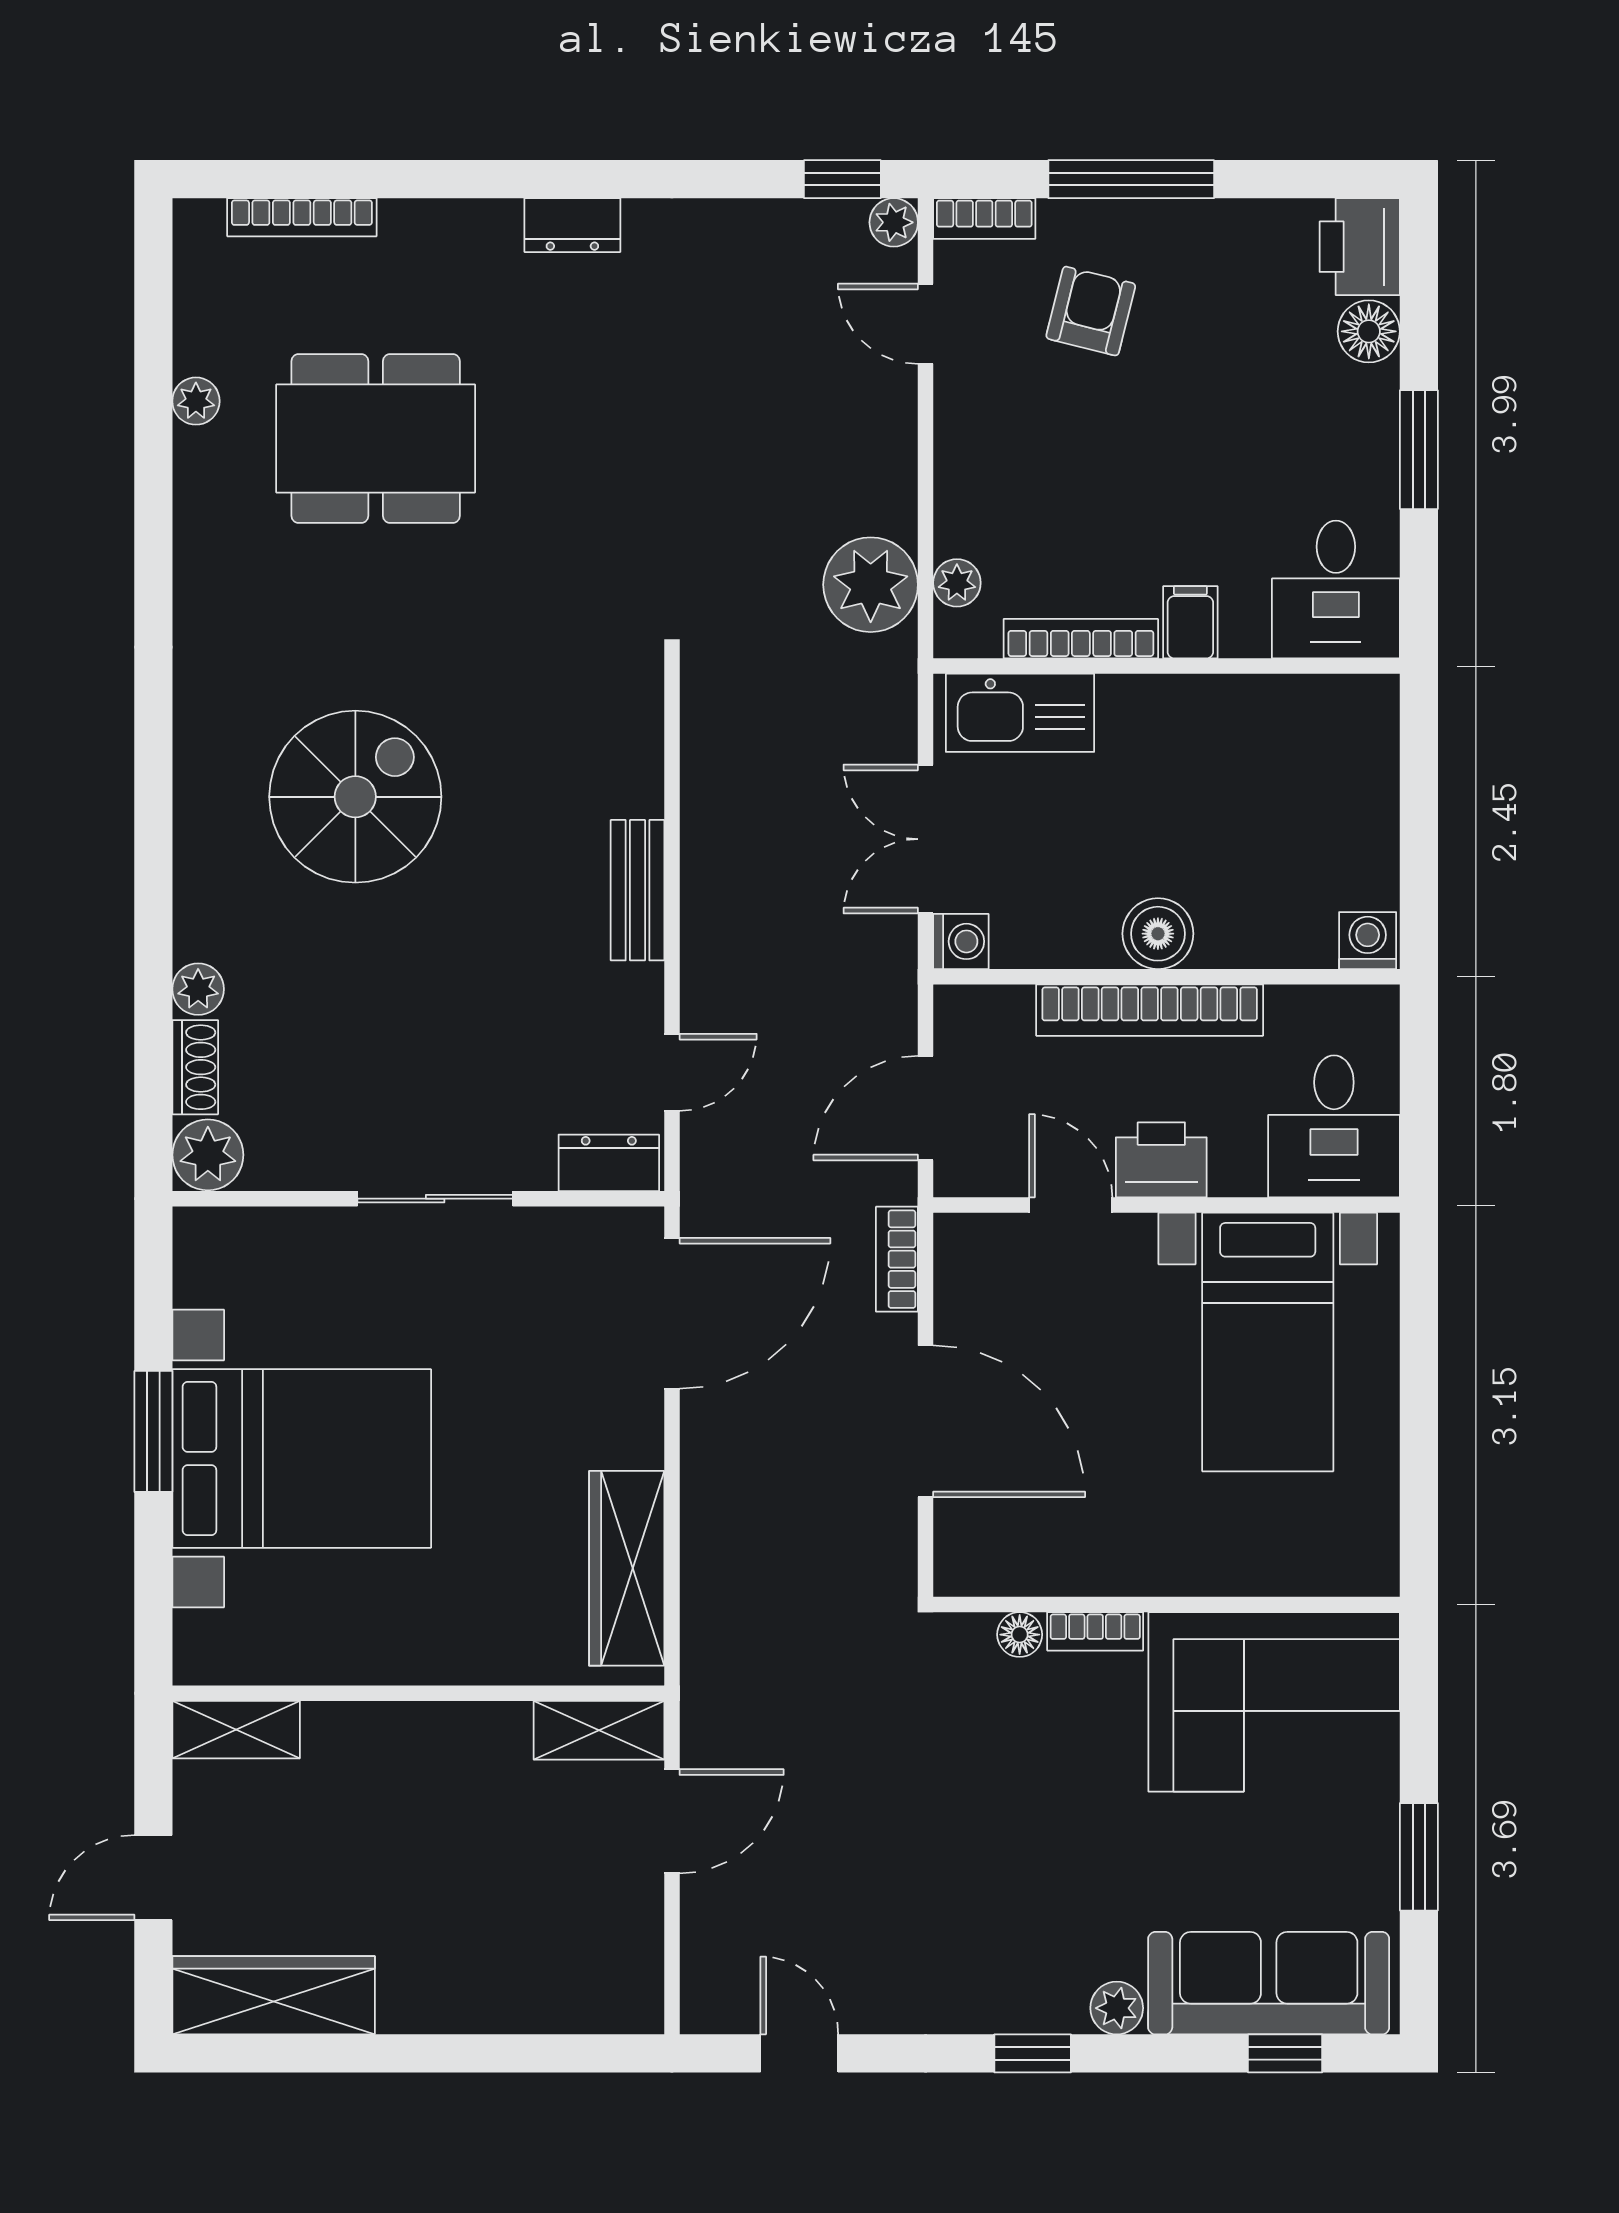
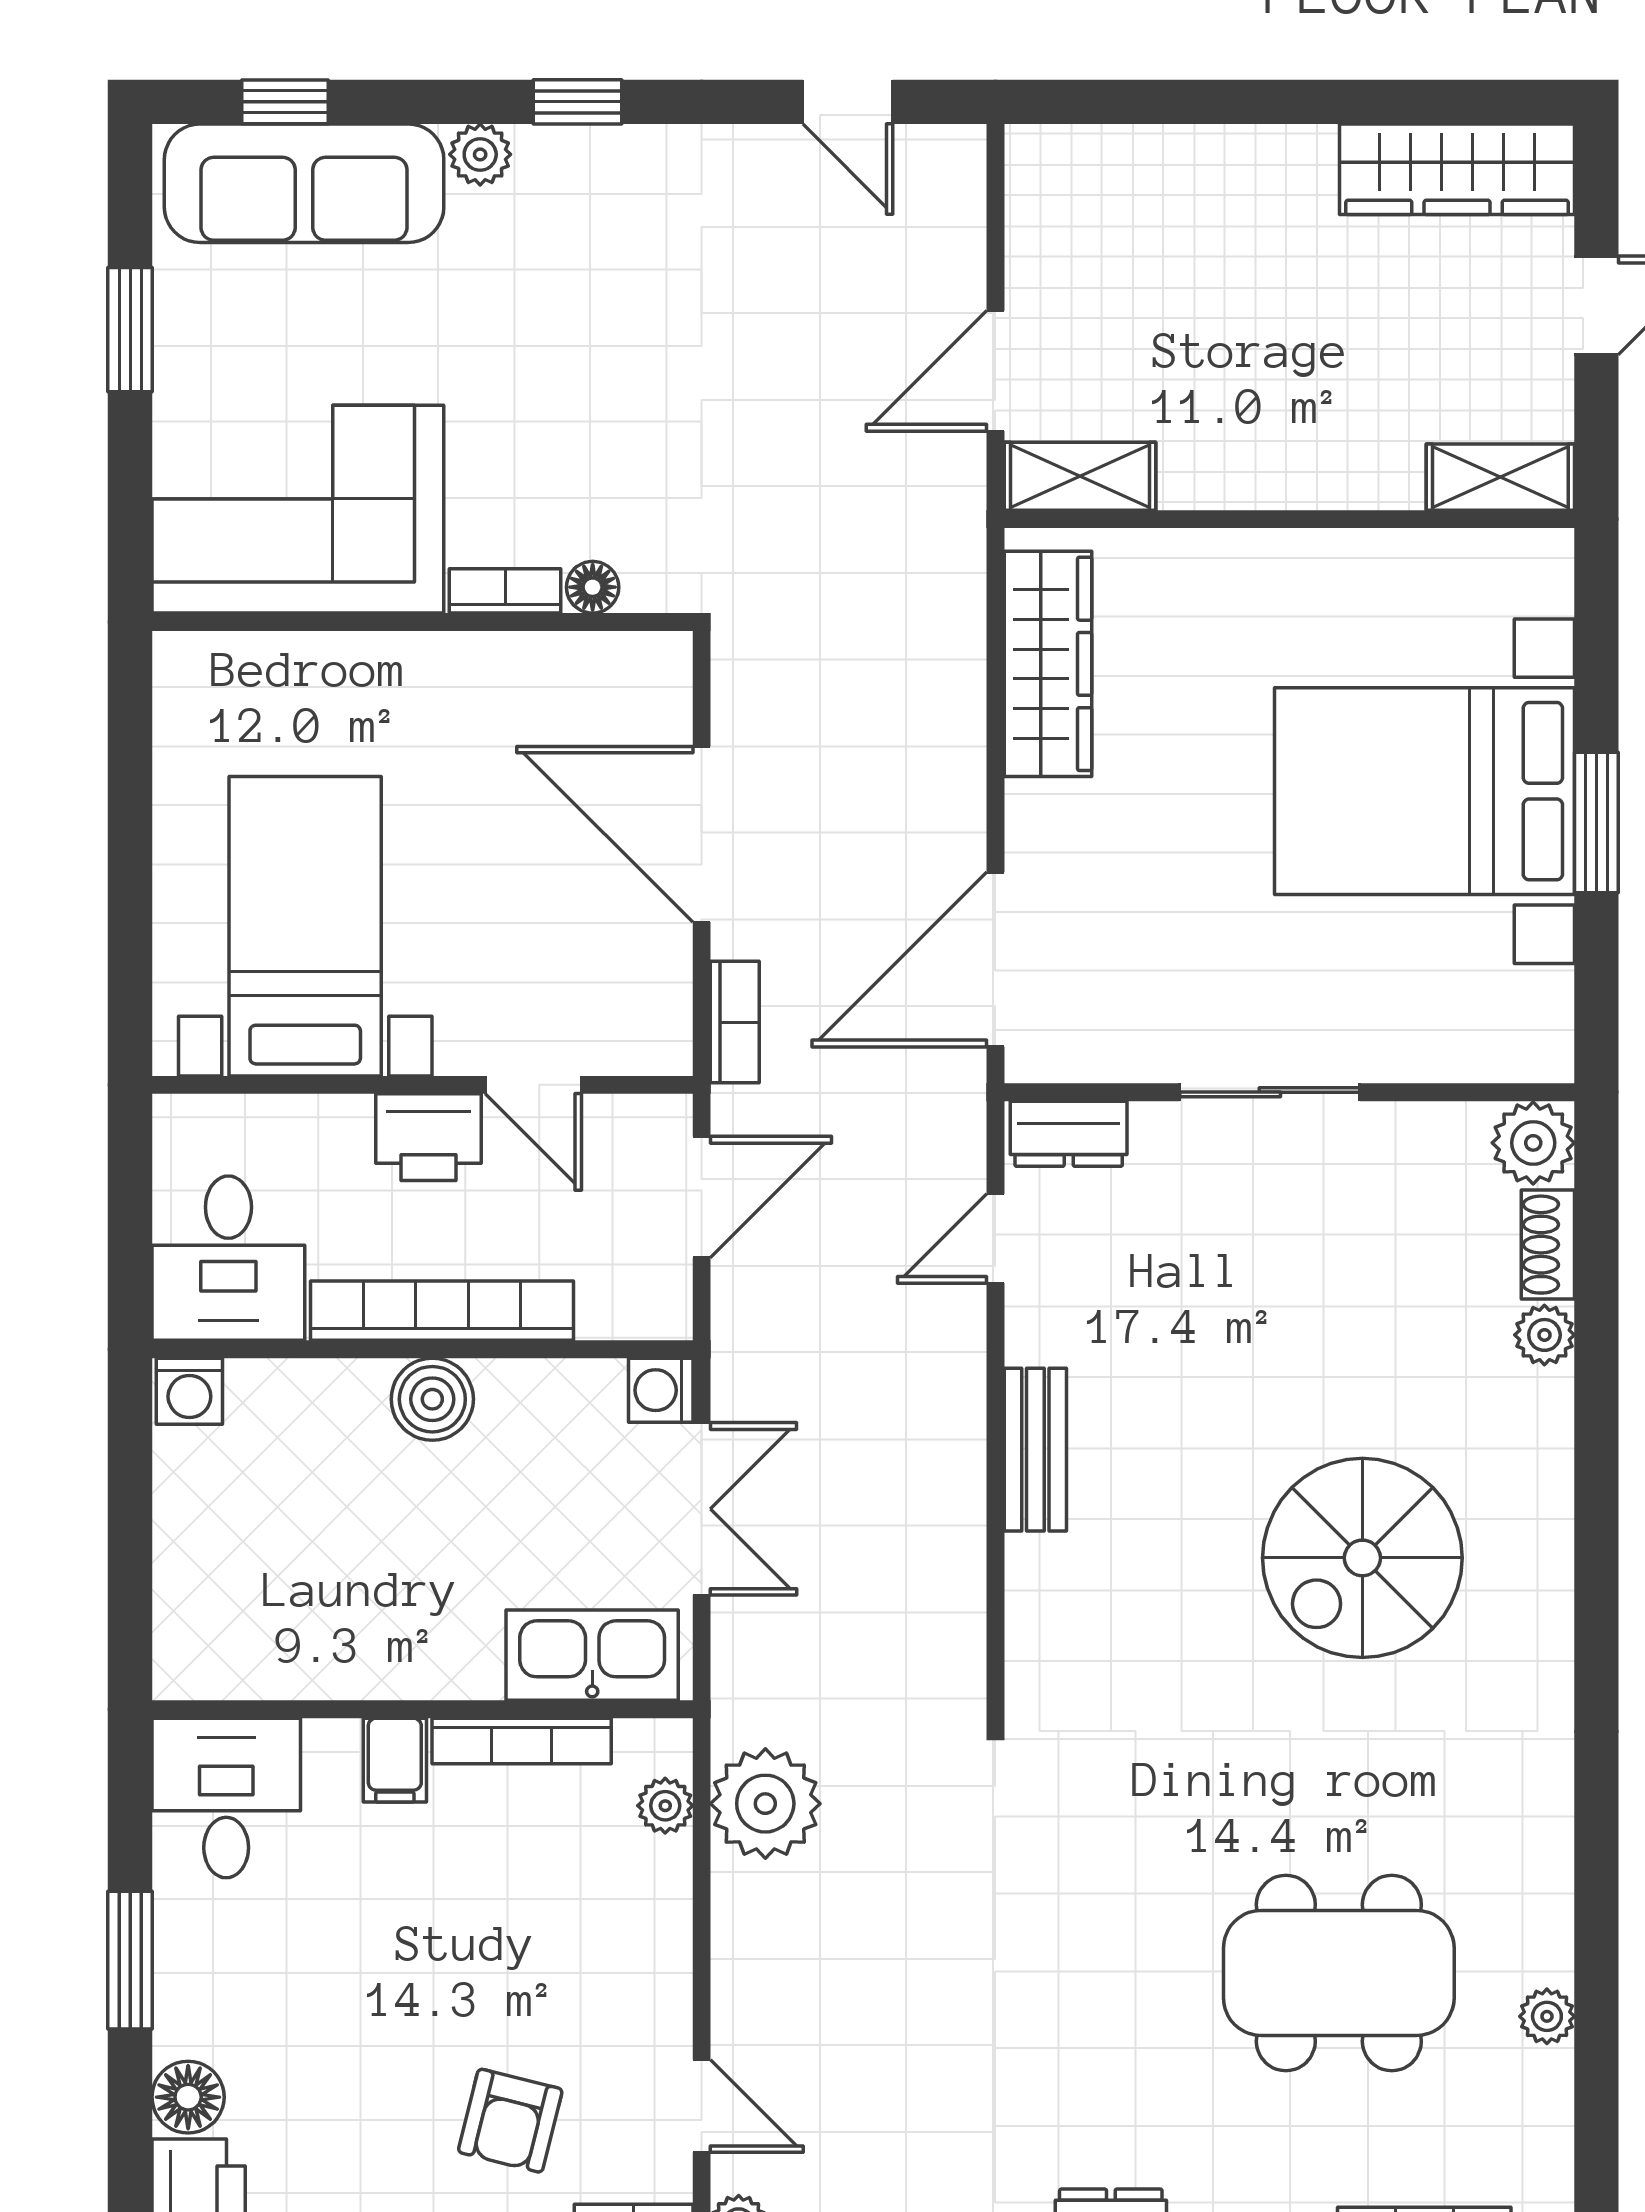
desk: (1334, 1126) -> (228, 1258), moved, turned 180

